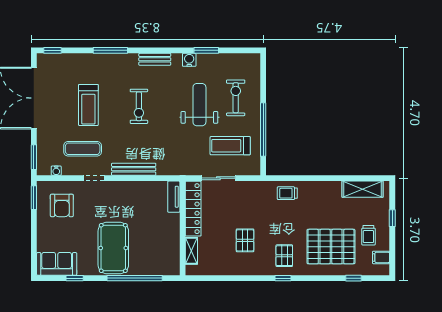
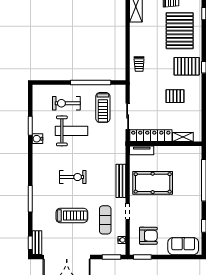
bench: (155, 59) -> (37, 243), moved
weight bench: (199, 105) -> (72, 131), turned 180
pool table: (113, 248) -> (153, 183), moved
pallet: (284, 256) -> (187, 66), width x1.50, depth x1.42
sofa: (57, 264) -> (183, 246), moved, turned 90

